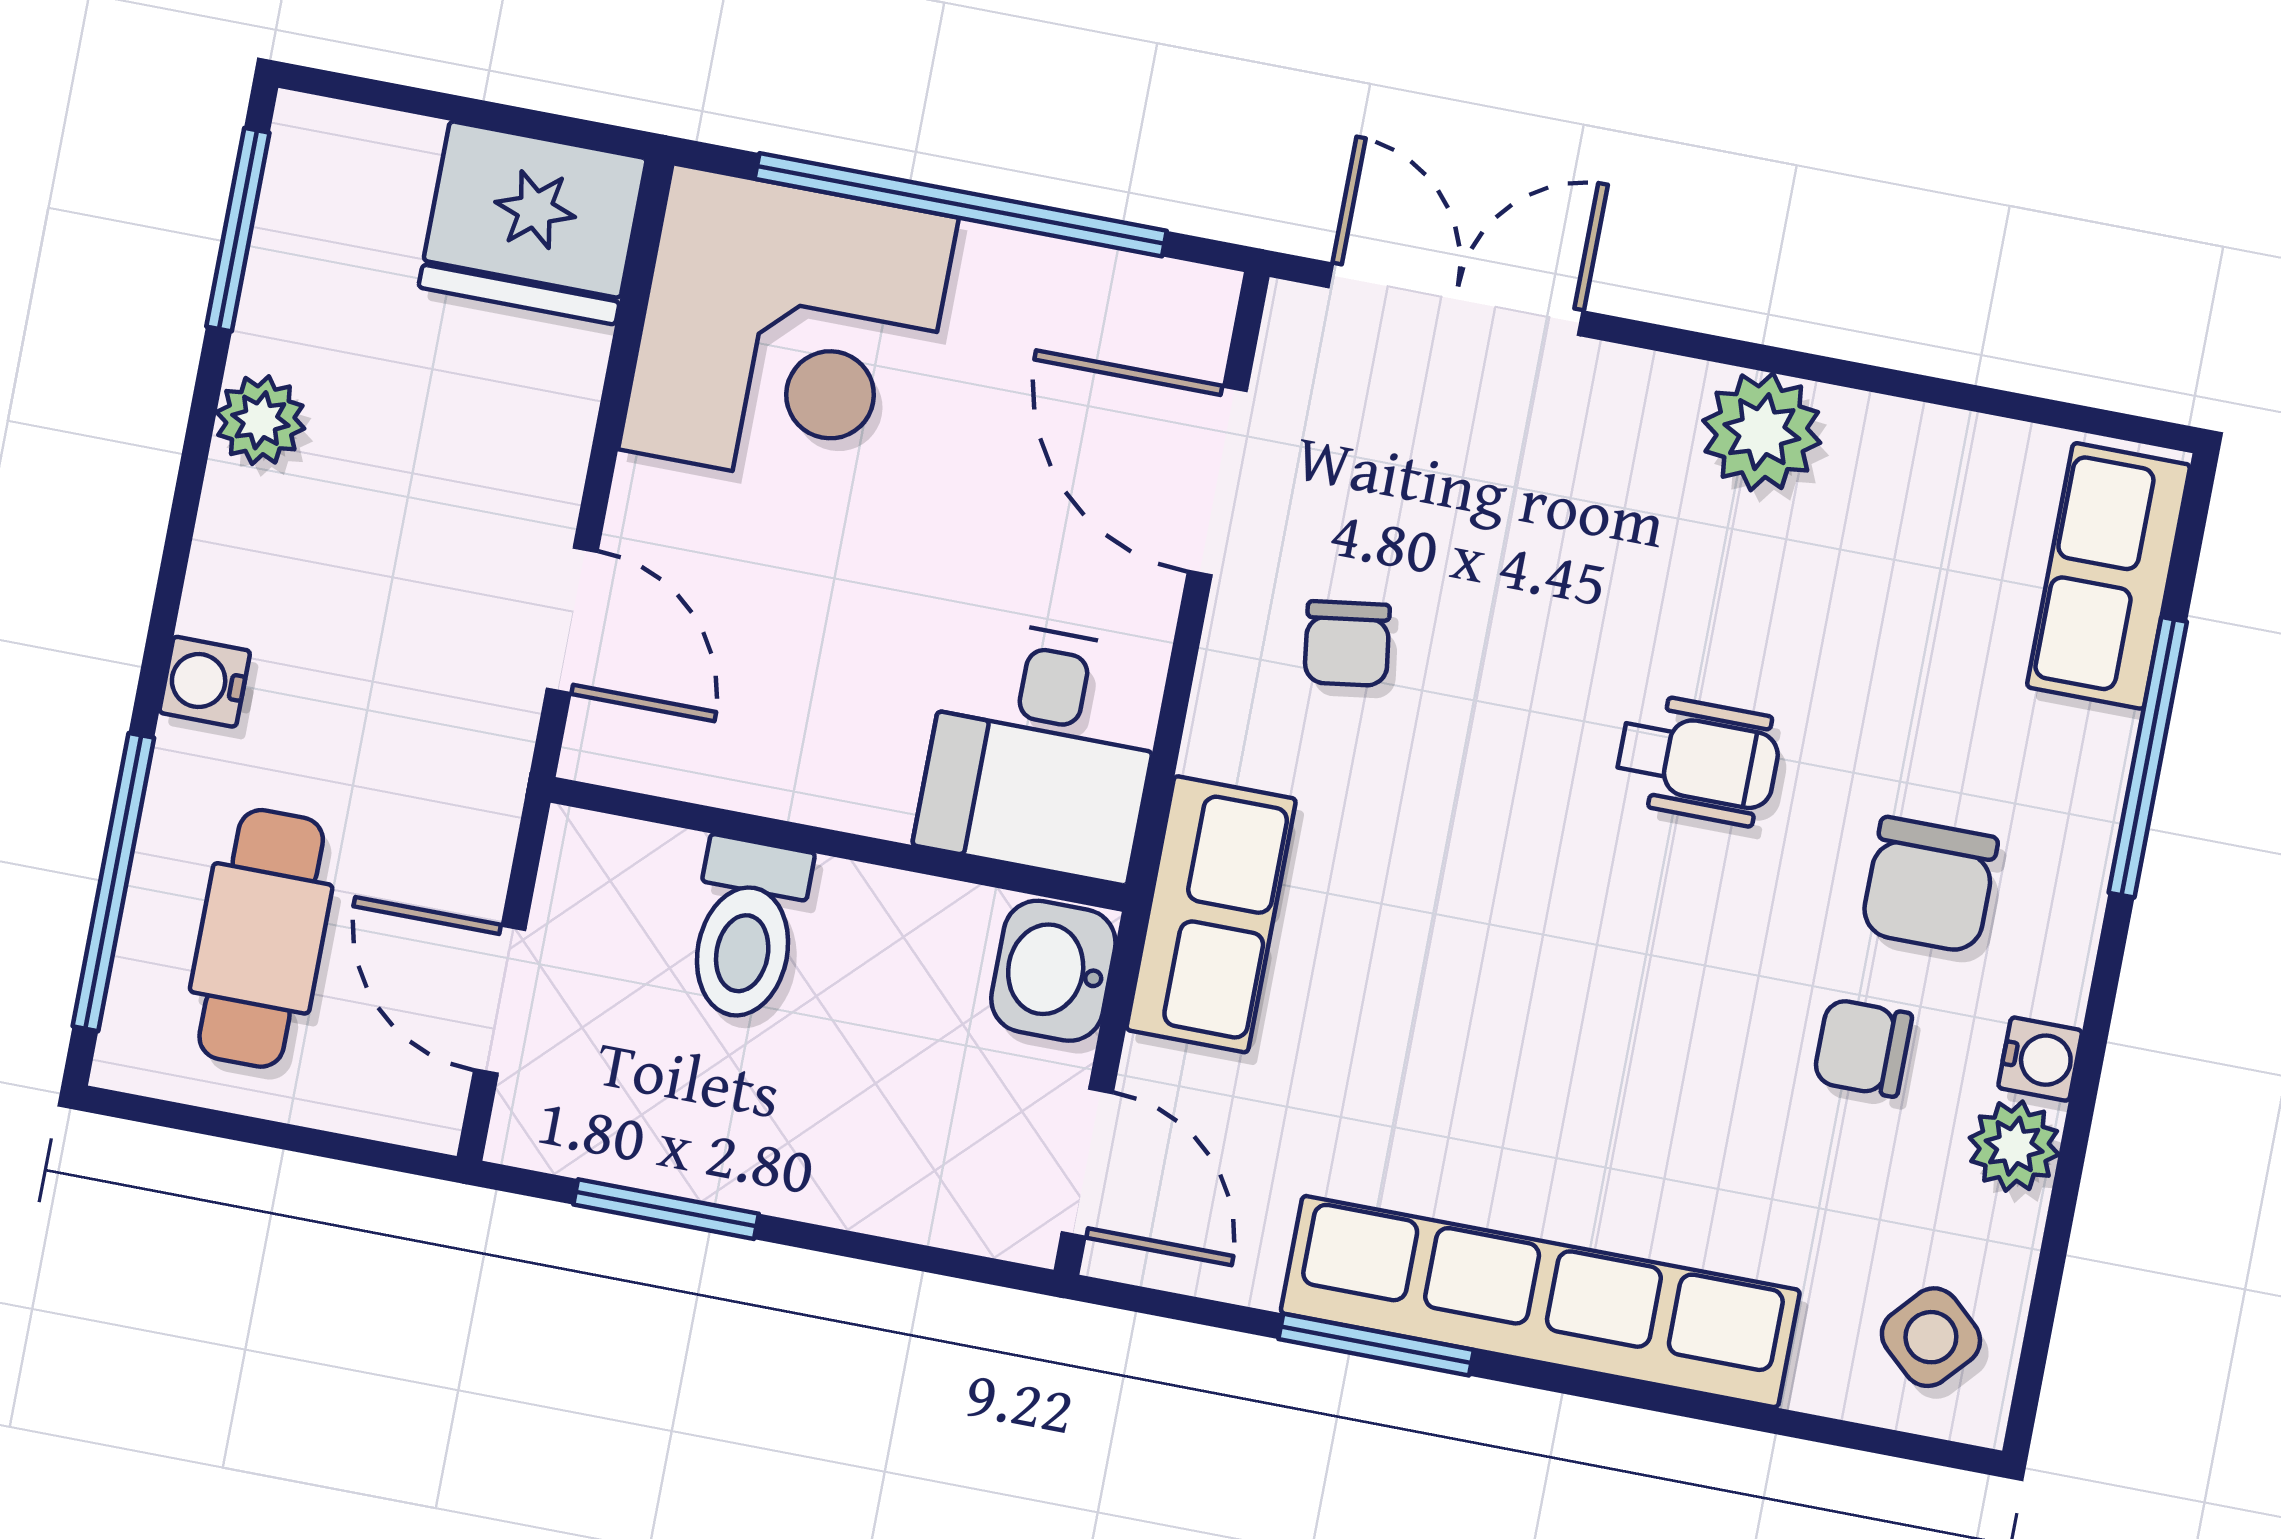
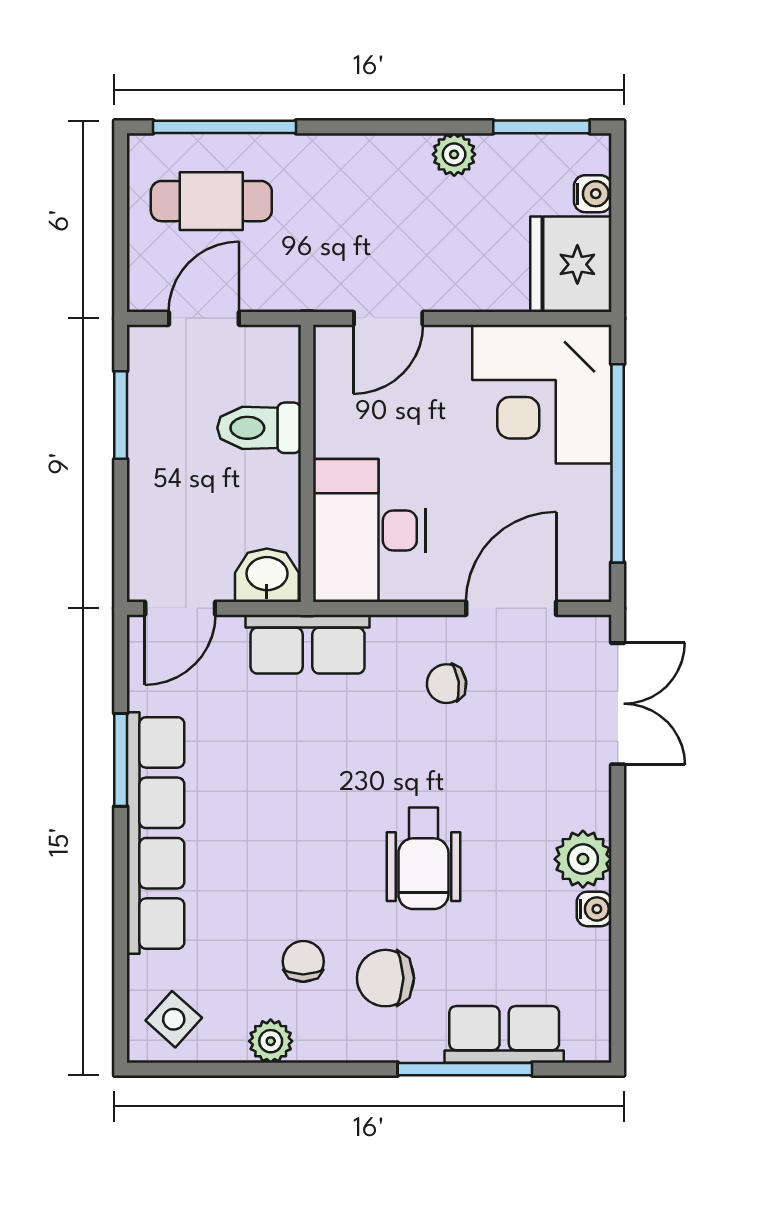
row of seats: (2109, 576) -> (504, 1034), moved
water cooler: (205, 682) -> (593, 194), moved, turned 90
desk: (1042, 750) -> (369, 531), width x1.37
wheelchair: (1698, 760) -> (423, 858), width x1.36, depth x1.37
water cooler: (2040, 1059) -> (594, 909), moved, turned -90

